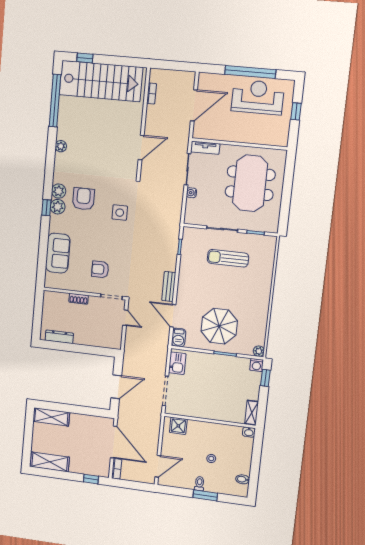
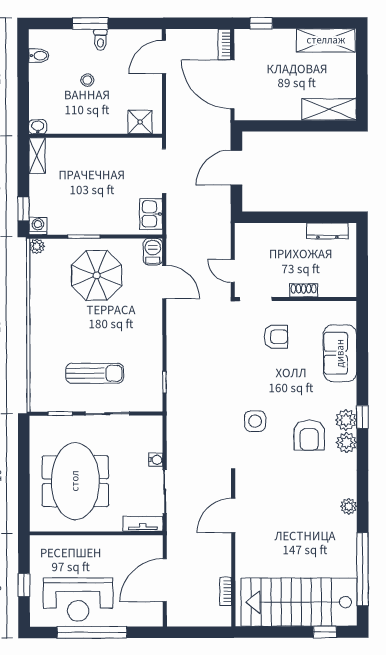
bench: (169, 287) -> (174, 324), removed

